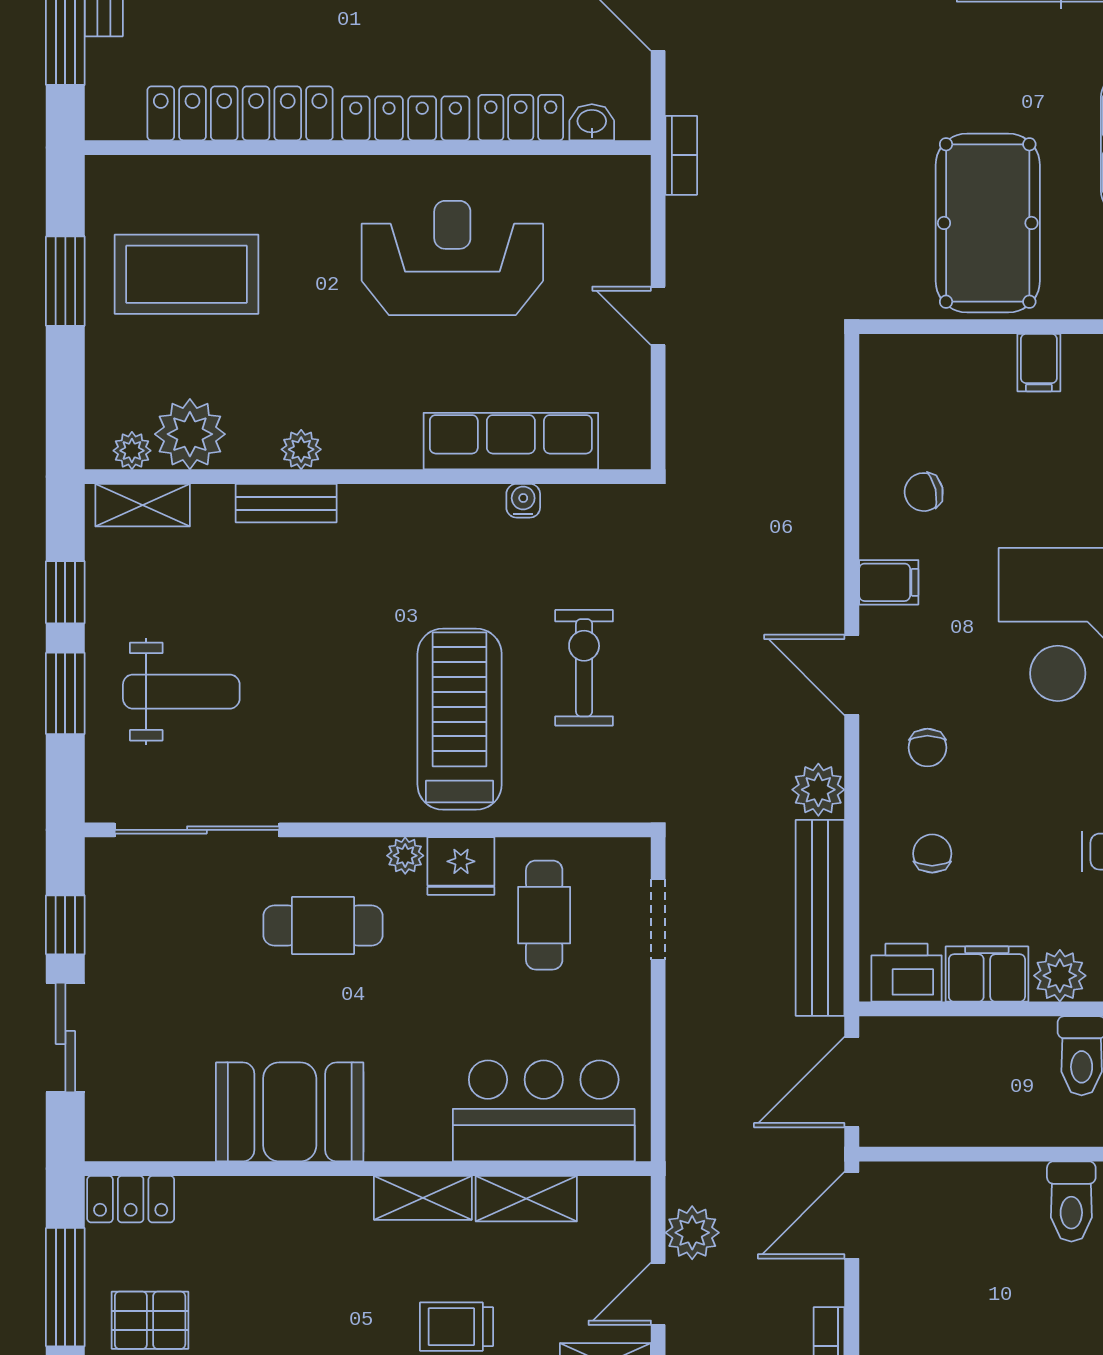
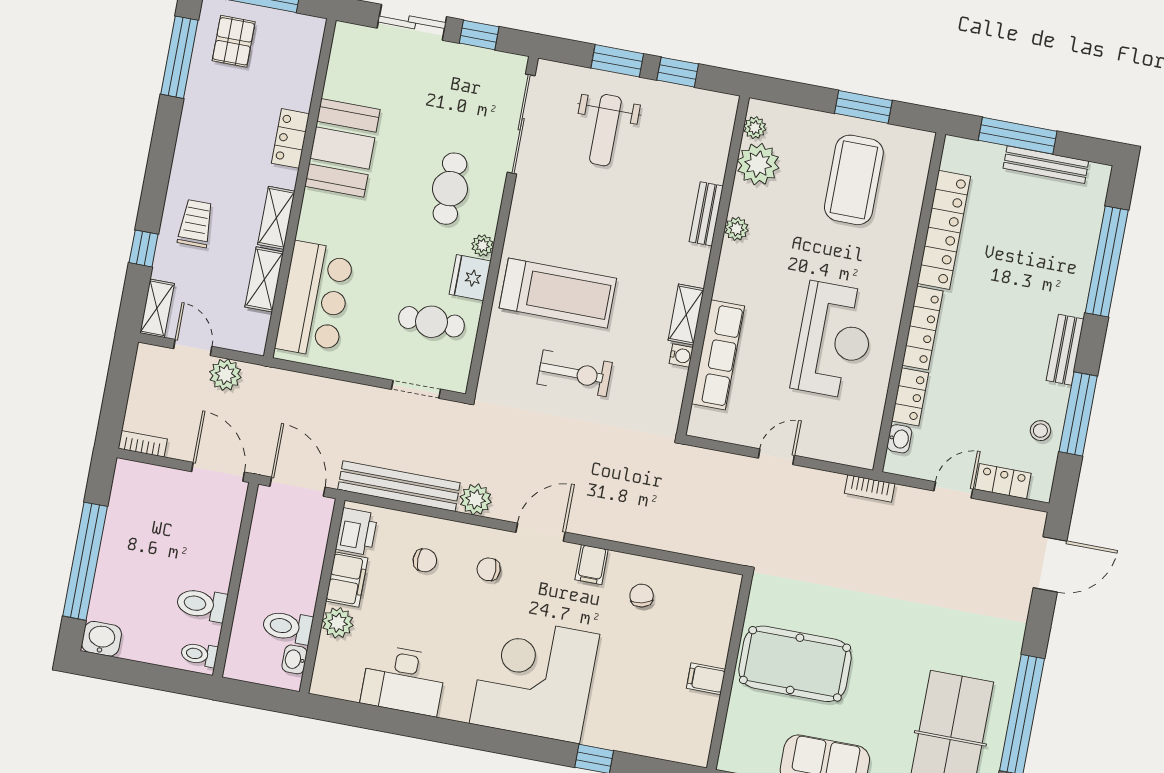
shelving: (143, 505) -> (686, 314), moved
locker: (131, 1199) -> (290, 138), moved

